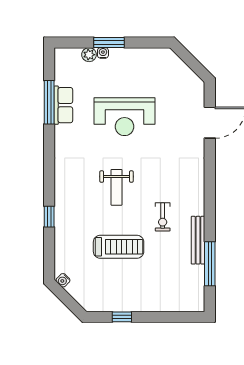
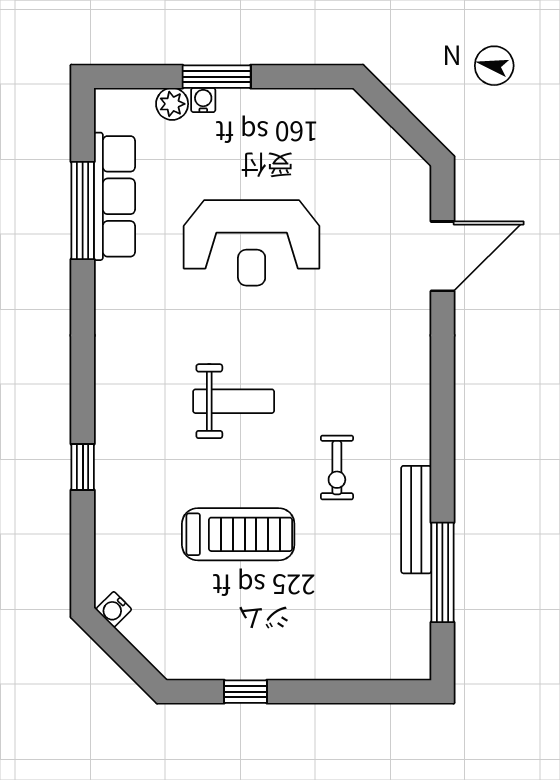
row of seats: (63, 105) -> (114, 196), width x1.48
weight bench: (117, 187) -> (234, 401), turned -90

